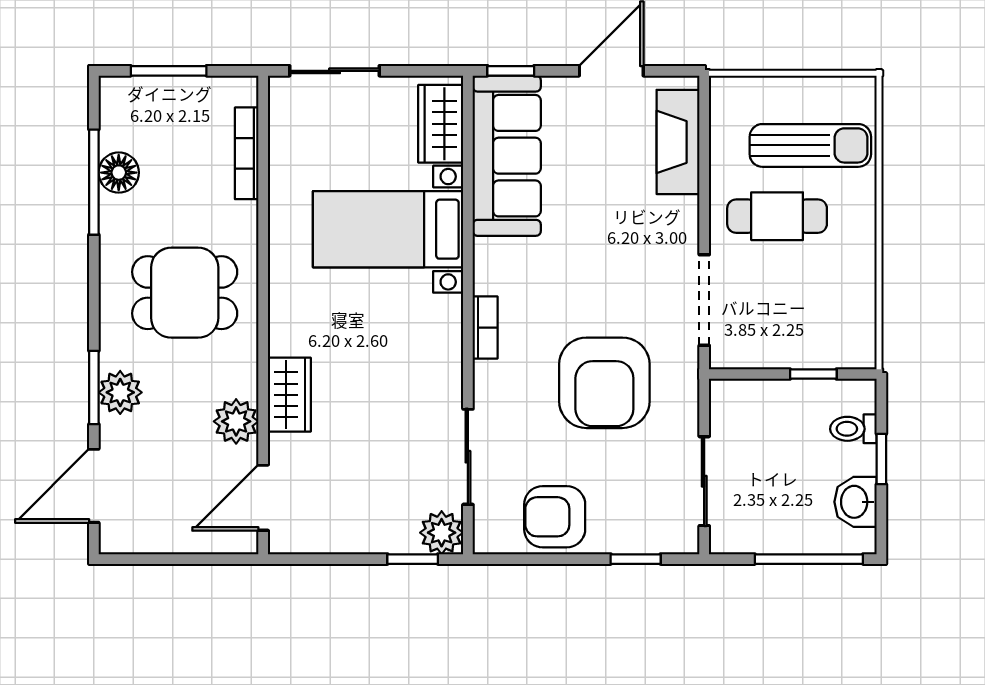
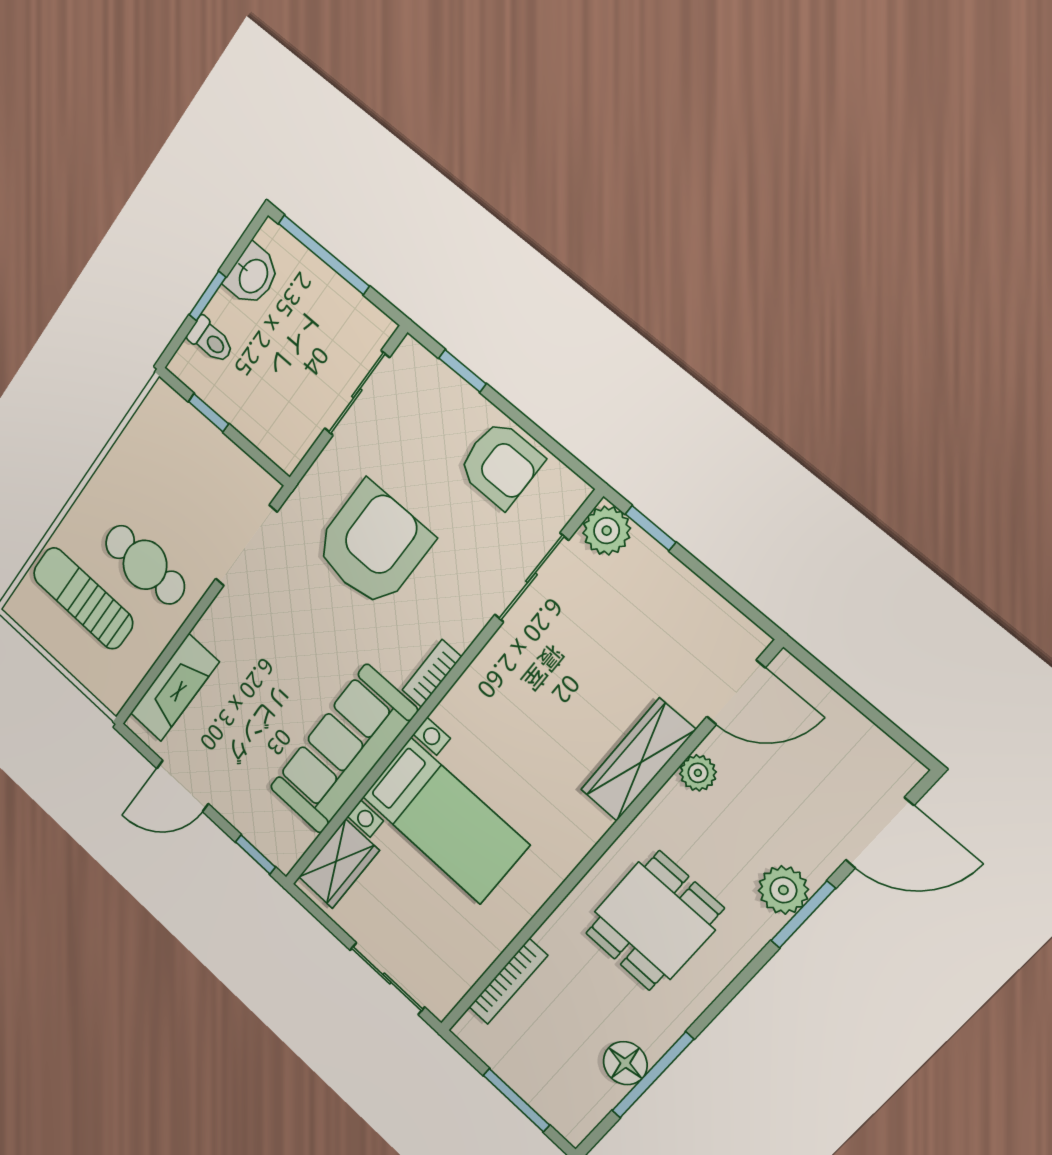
sofa: (507, 156) -> (343, 749), moved
dining table: (185, 293) -> (654, 921), turned 90
wardrobe: (289, 395) -> (638, 760), width x1.50
plant: (236, 421) -> (698, 773), width x0.73, depth x0.73

